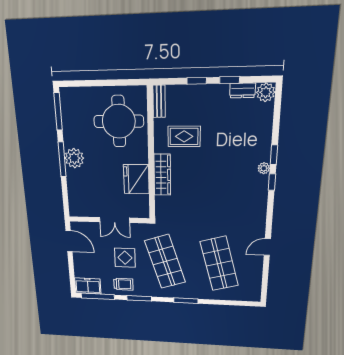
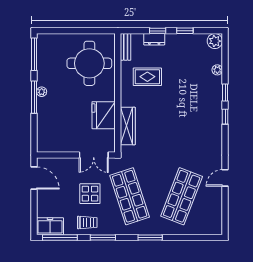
dresser: (243, 90) -> (154, 39), moved
plant: (74, 158) -> (42, 92), width x0.53, depth x0.53
plant: (264, 168) -> (217, 70), moved
wardrobe: (162, 175) -> (128, 126), moved
double door: (114, 220) -> (94, 155), moved
shop shelf: (219, 264) -> (182, 196), turned 36

